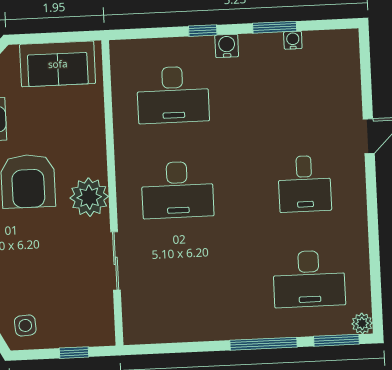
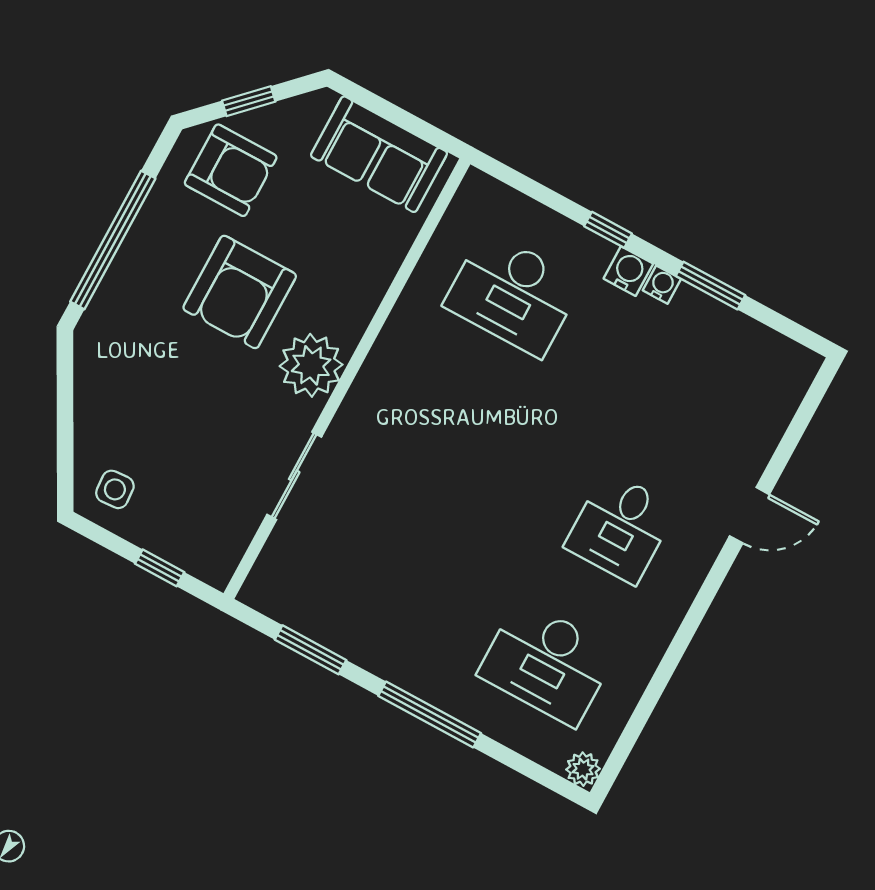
water cooler: (293, 40) -> (662, 285), moved
desk: (177, 190) -> (439, 429), removed
window: (336, 340) -> (311, 650), moved

